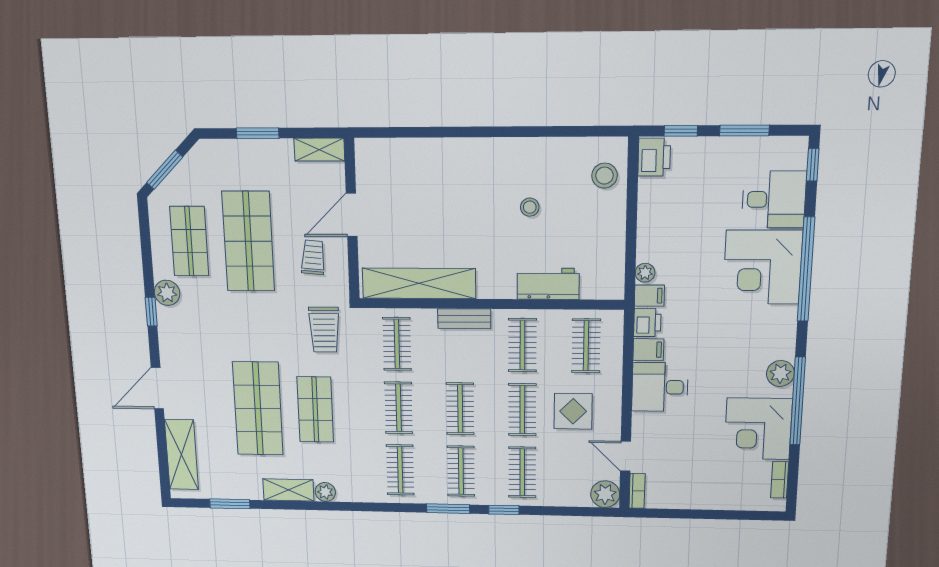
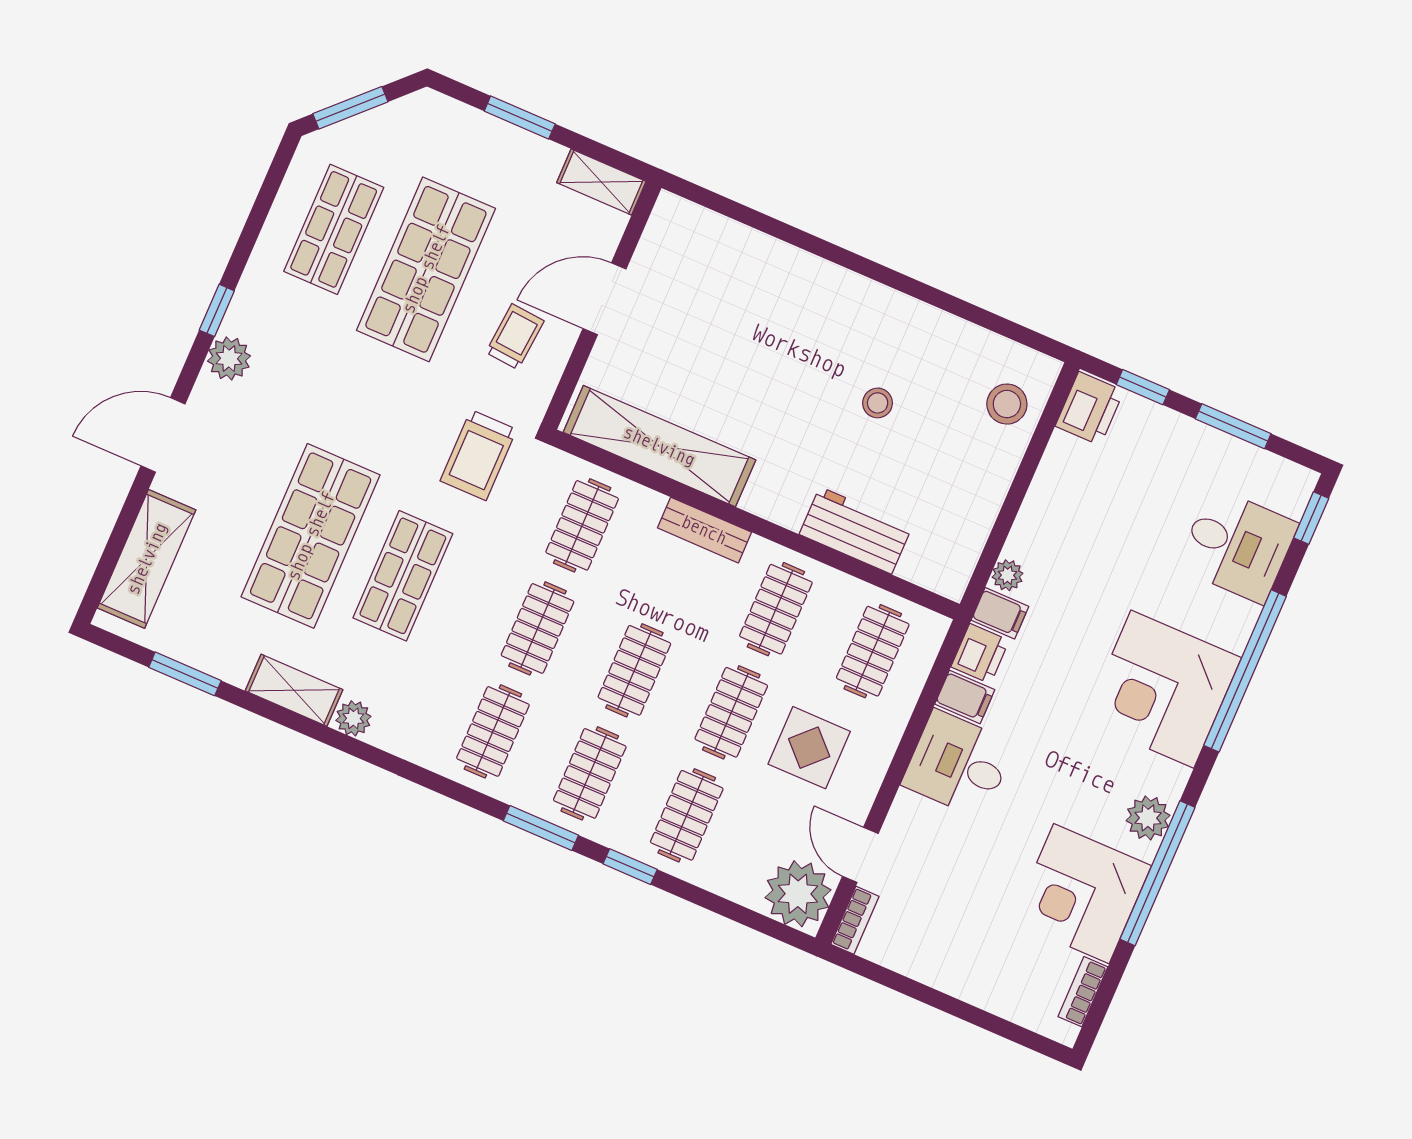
corner desk: (763, 267) -> (1162, 689), moved
plant: (167, 293) -> (229, 358), moved
plant: (605, 494) -> (798, 894), width x1.36, depth x1.36

